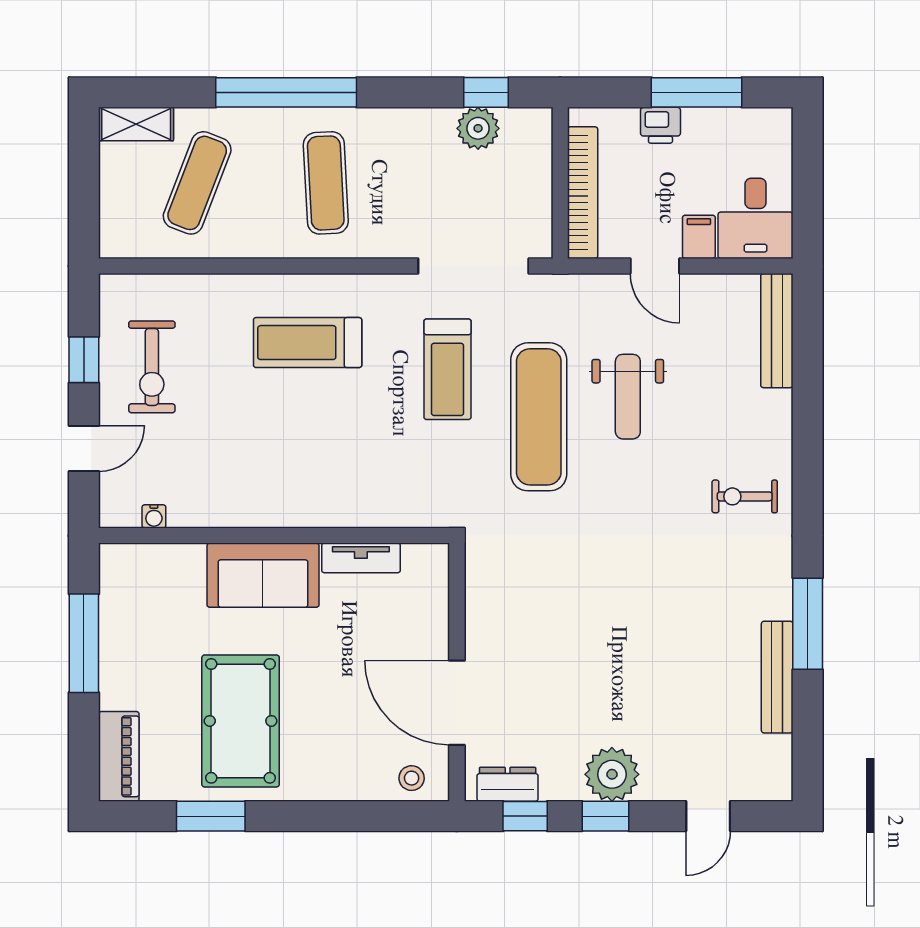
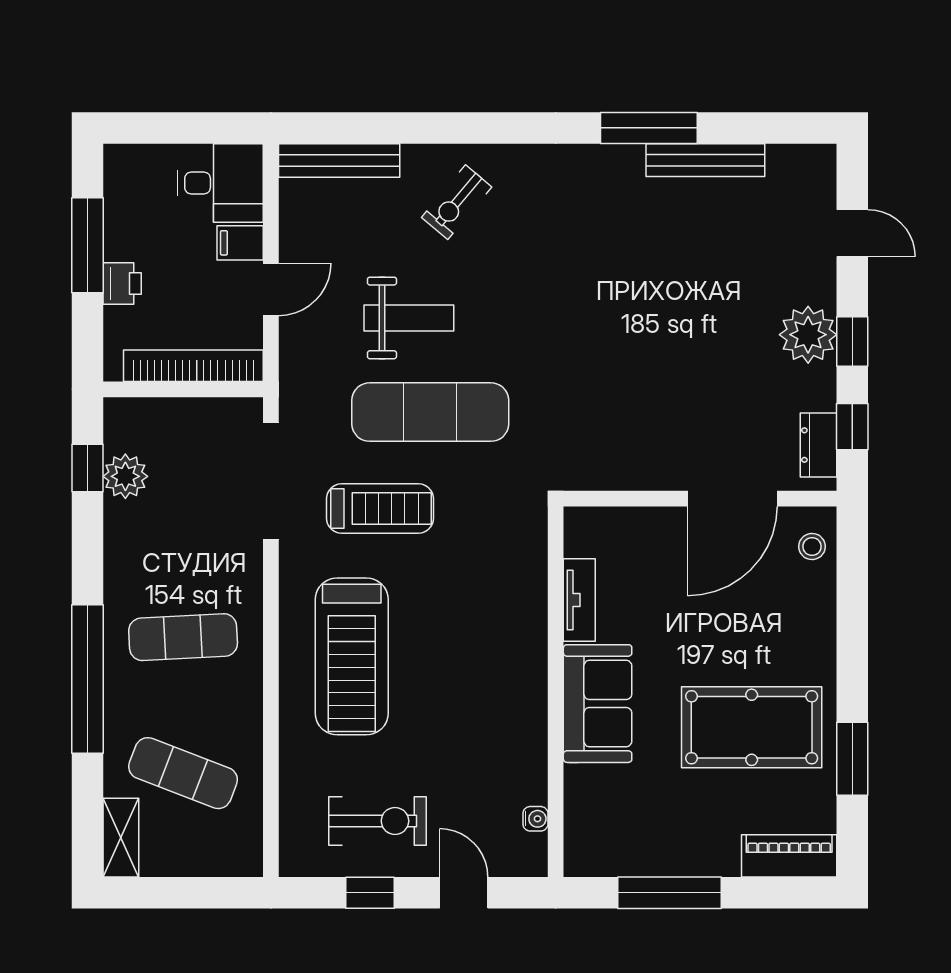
treadmill: (308, 343) -> (352, 656), width x1.37, depth x1.38
exercise bike: (745, 496) -> (457, 202), moved, turned 40

